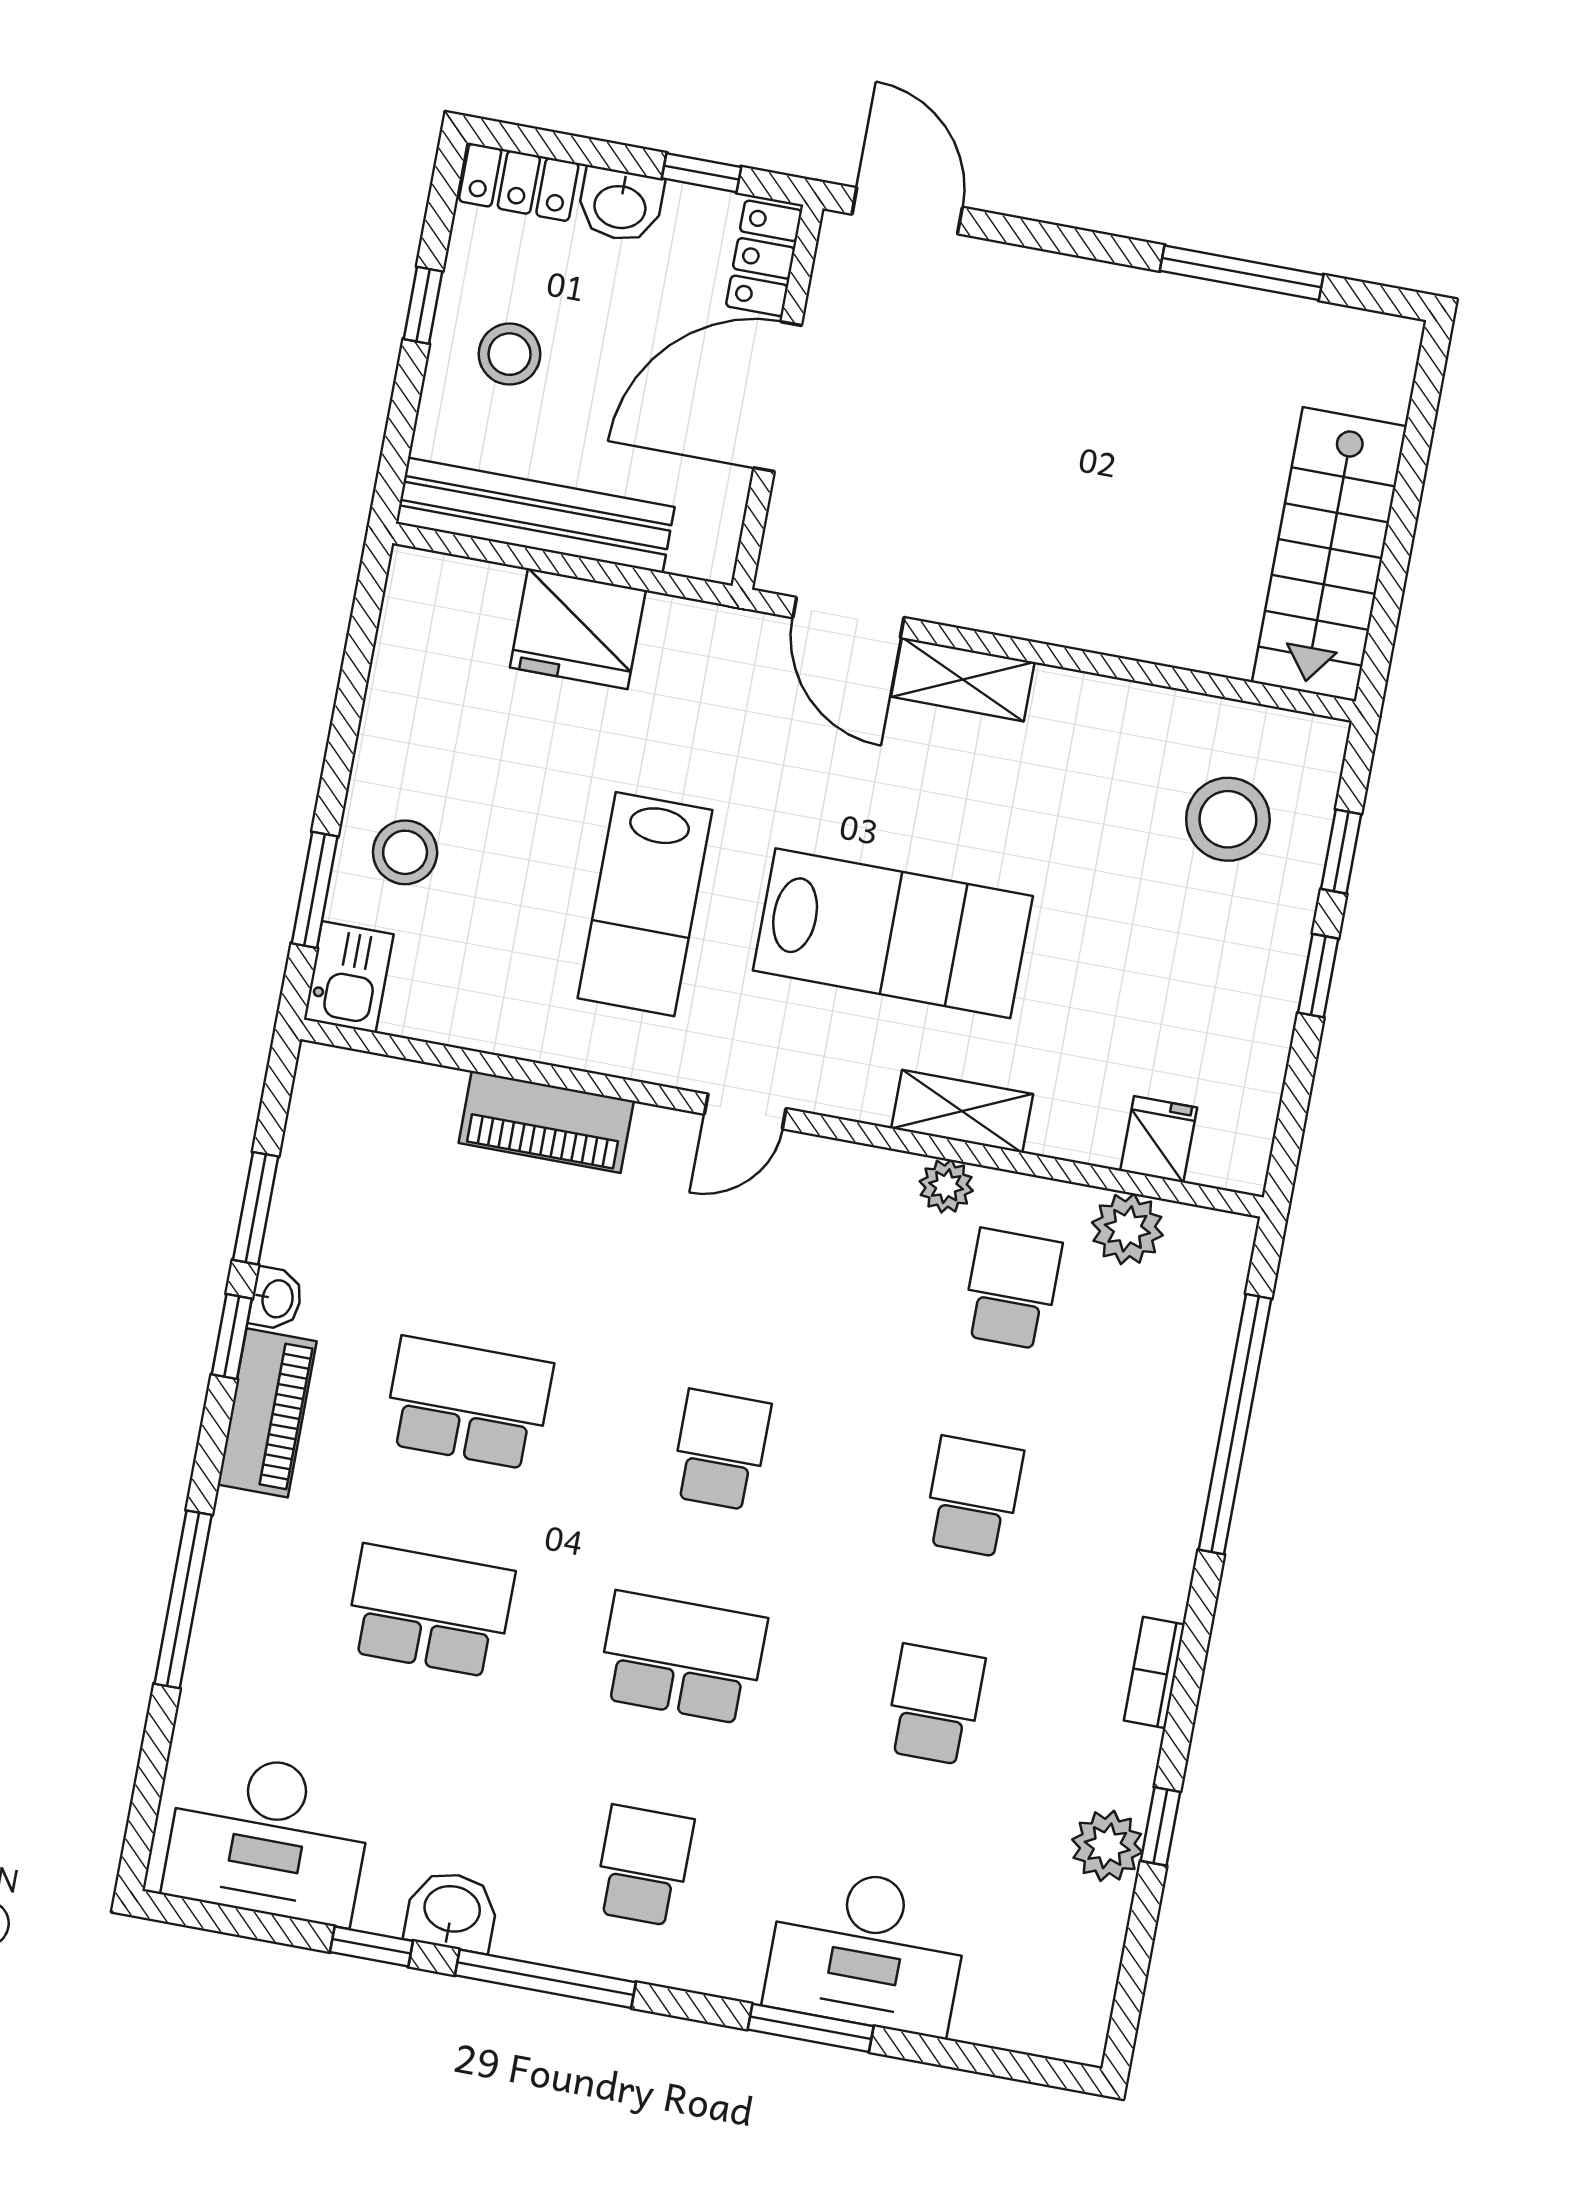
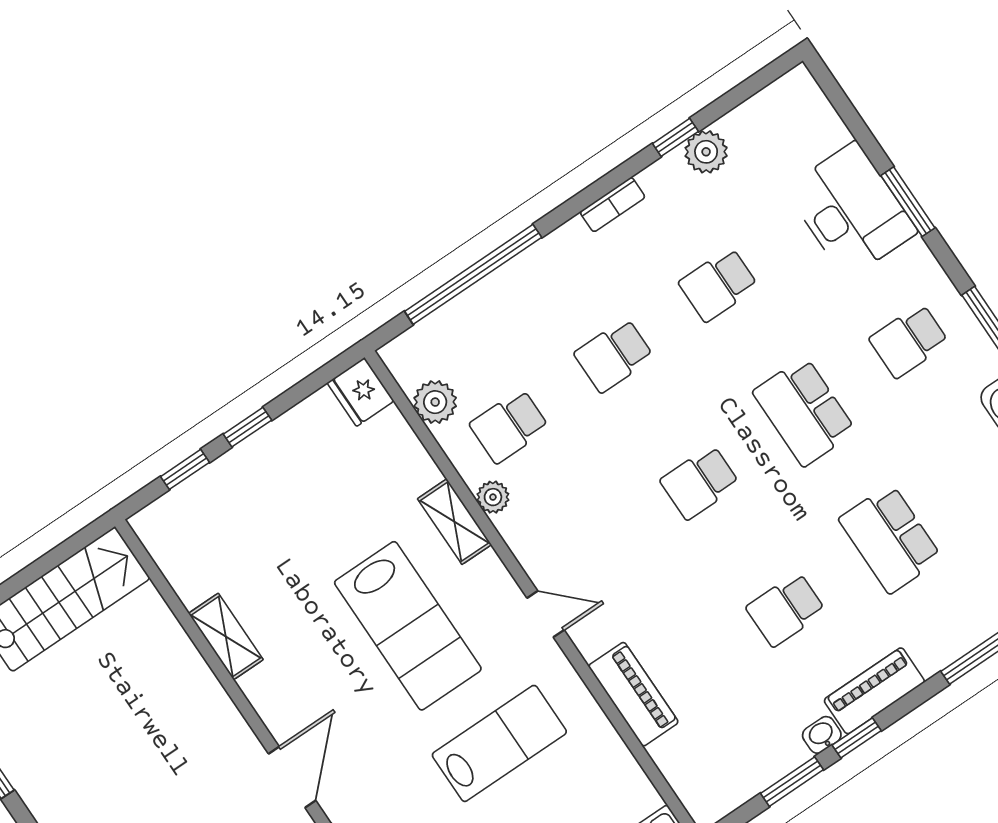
shelving: (963, 679) -> (226, 636), moved
stool: (1228, 819) -> (219, 531), removed
lab bench: (893, 933) -> (408, 626), turned 180
fridge: (1159, 1139) -> (361, 392), moved, width x1.38
school desk: (468, 1403) -> (786, 609), width x0.54

